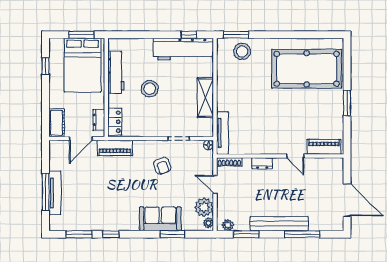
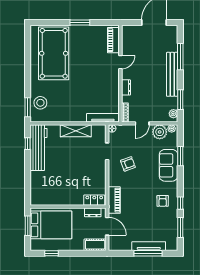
workbench: (116, 72) -> (56, 199), removed
stool: (150, 89) -> (69, 173), removed
armchair: (114, 211) -> (163, 201), added

